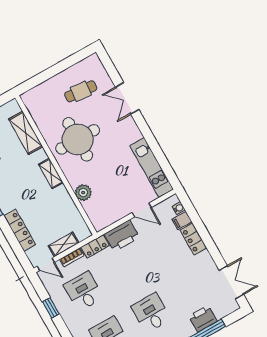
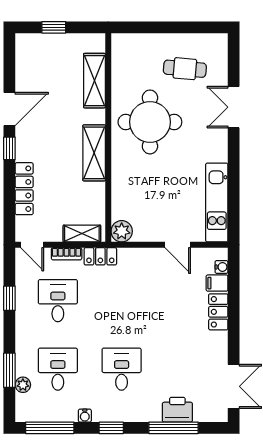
shelving: (51, 173) -> (94, 153), width x1.50, depth x1.33
plant: (83, 193) -> (122, 231), moved
printer: (122, 236) -> (138, 262), removed
shelving: (64, 244) -> (82, 234), moved

